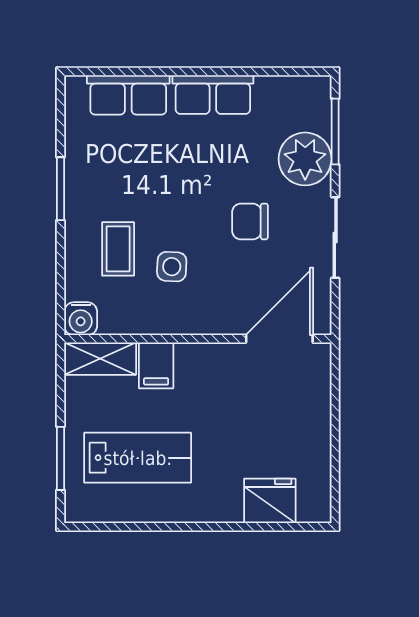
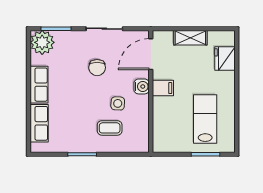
plant: (305, 159) -> (42, 42), moved
water cooler: (81, 319) -> (142, 86), moved
door: (279, 339) -> (151, 54), hinge flipped
shelving: (100, 359) -> (190, 38), moved, turned 90
filing cabinet: (156, 365) -> (163, 88), moved

